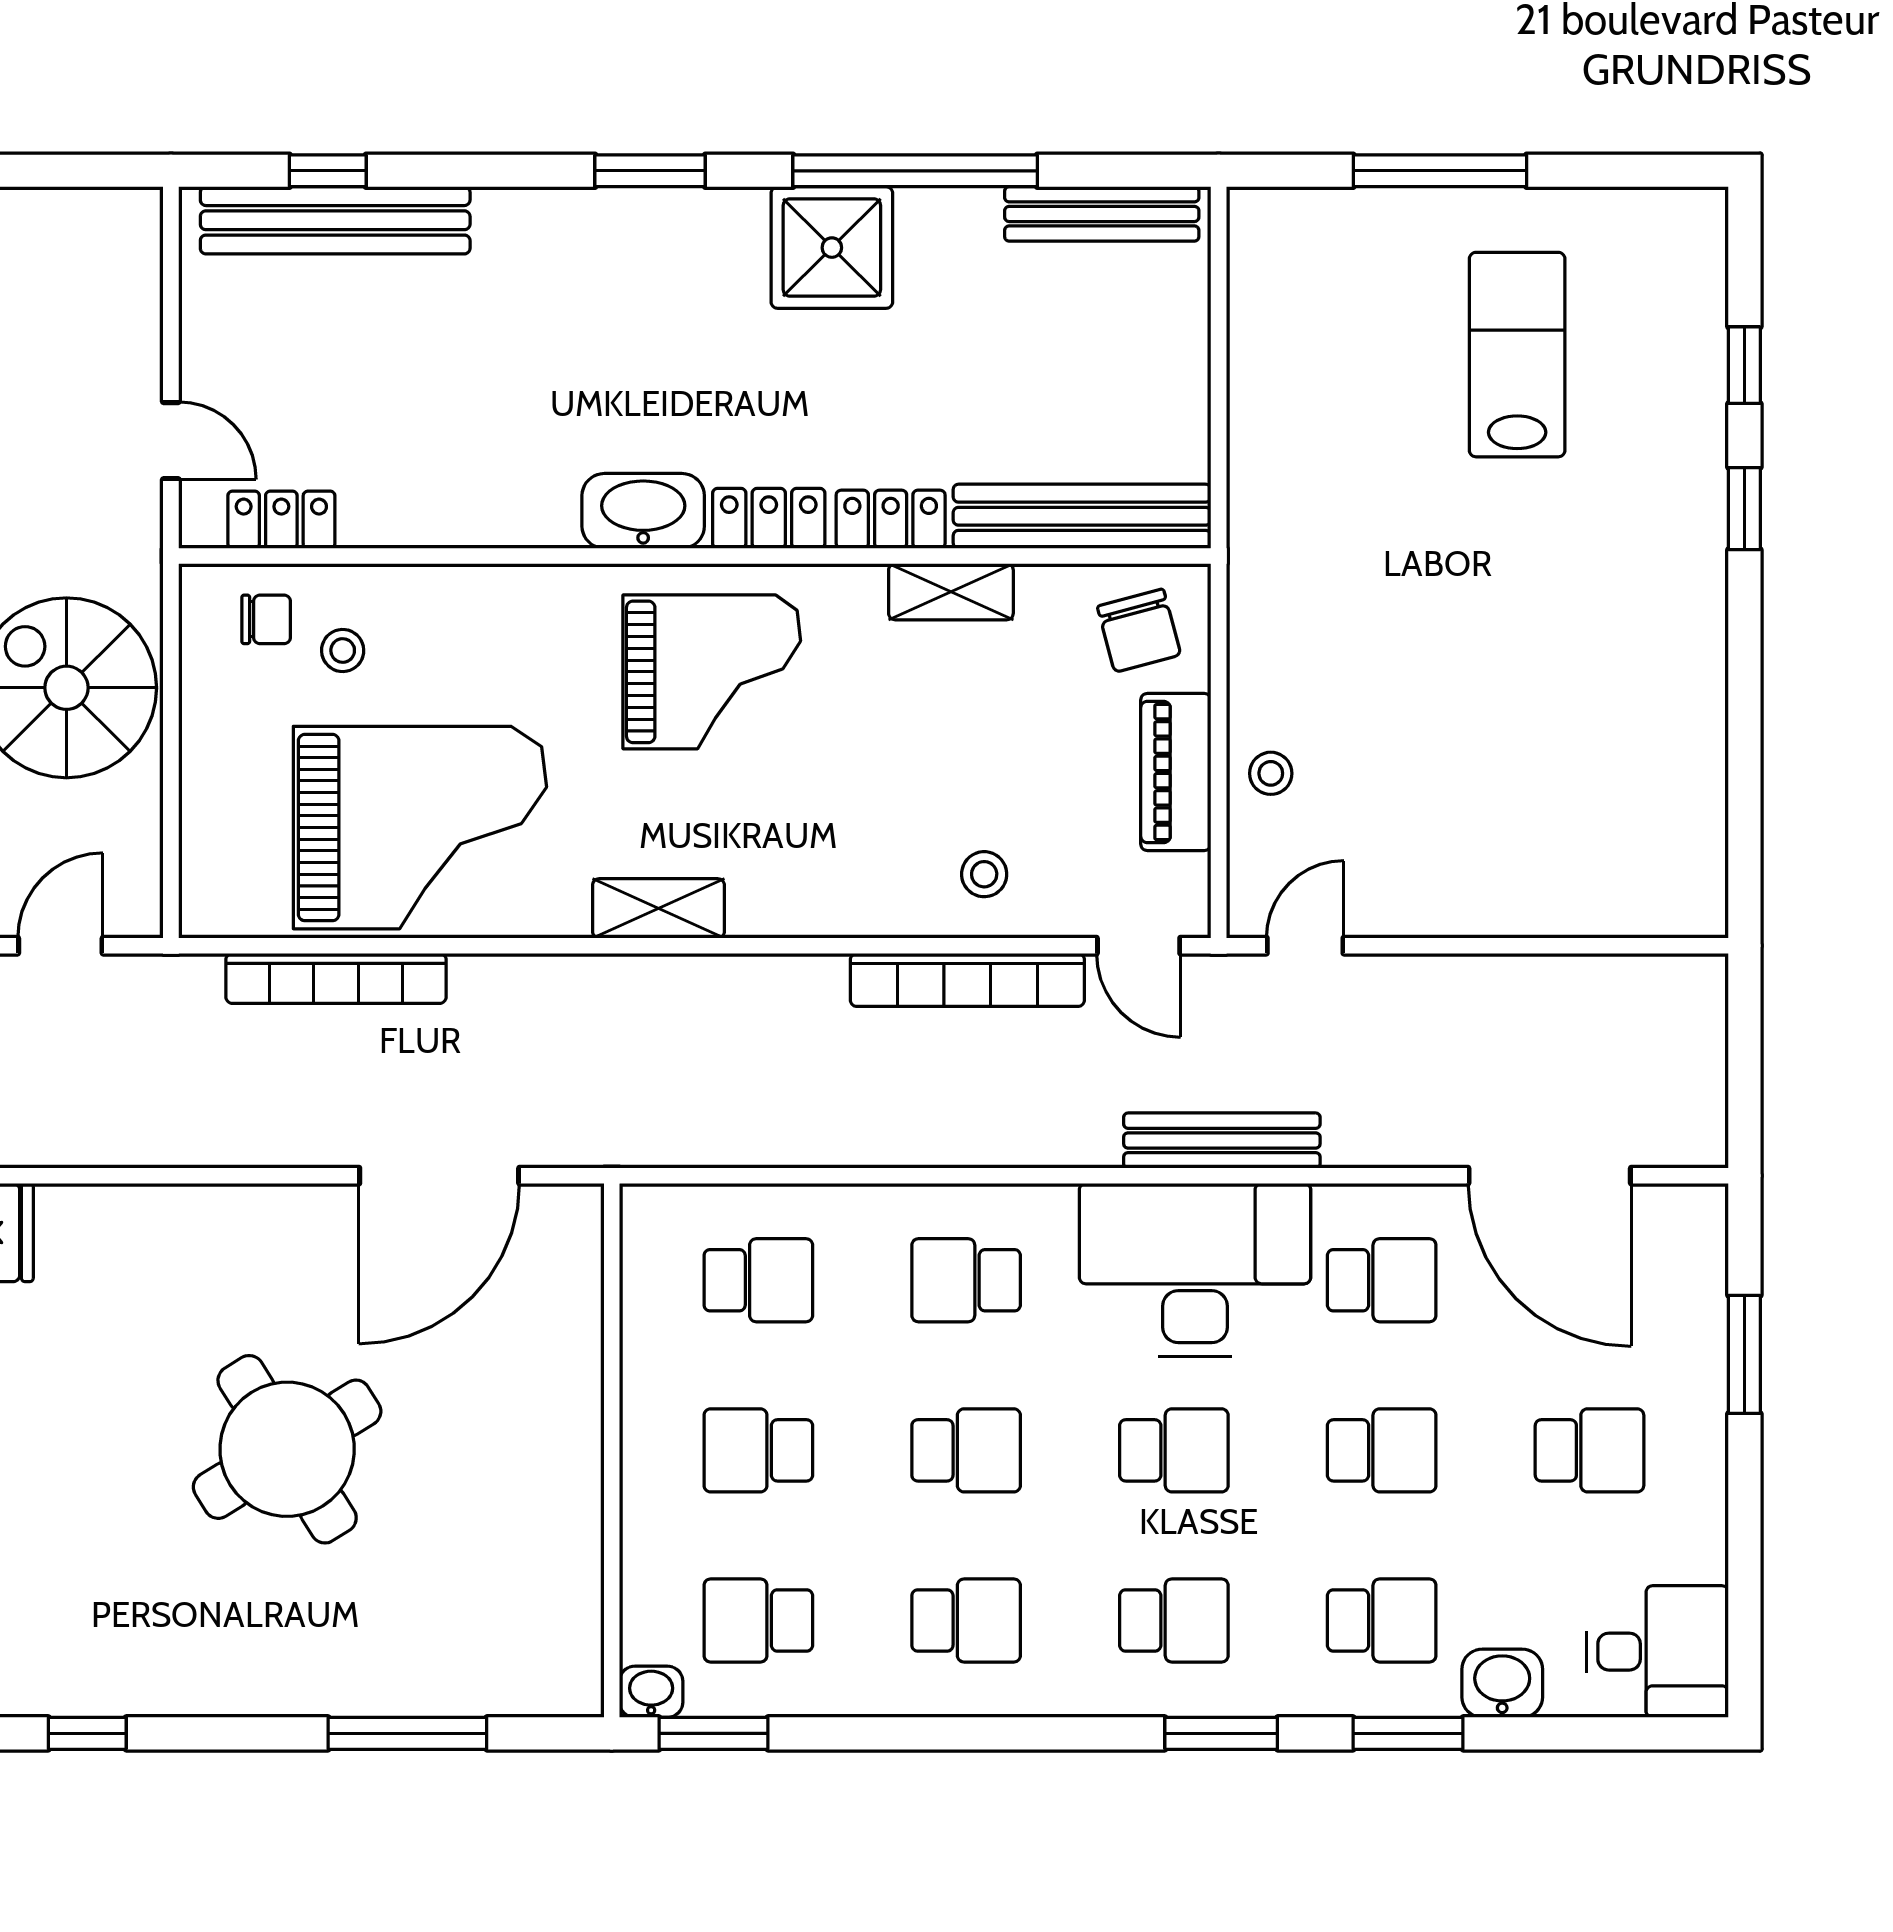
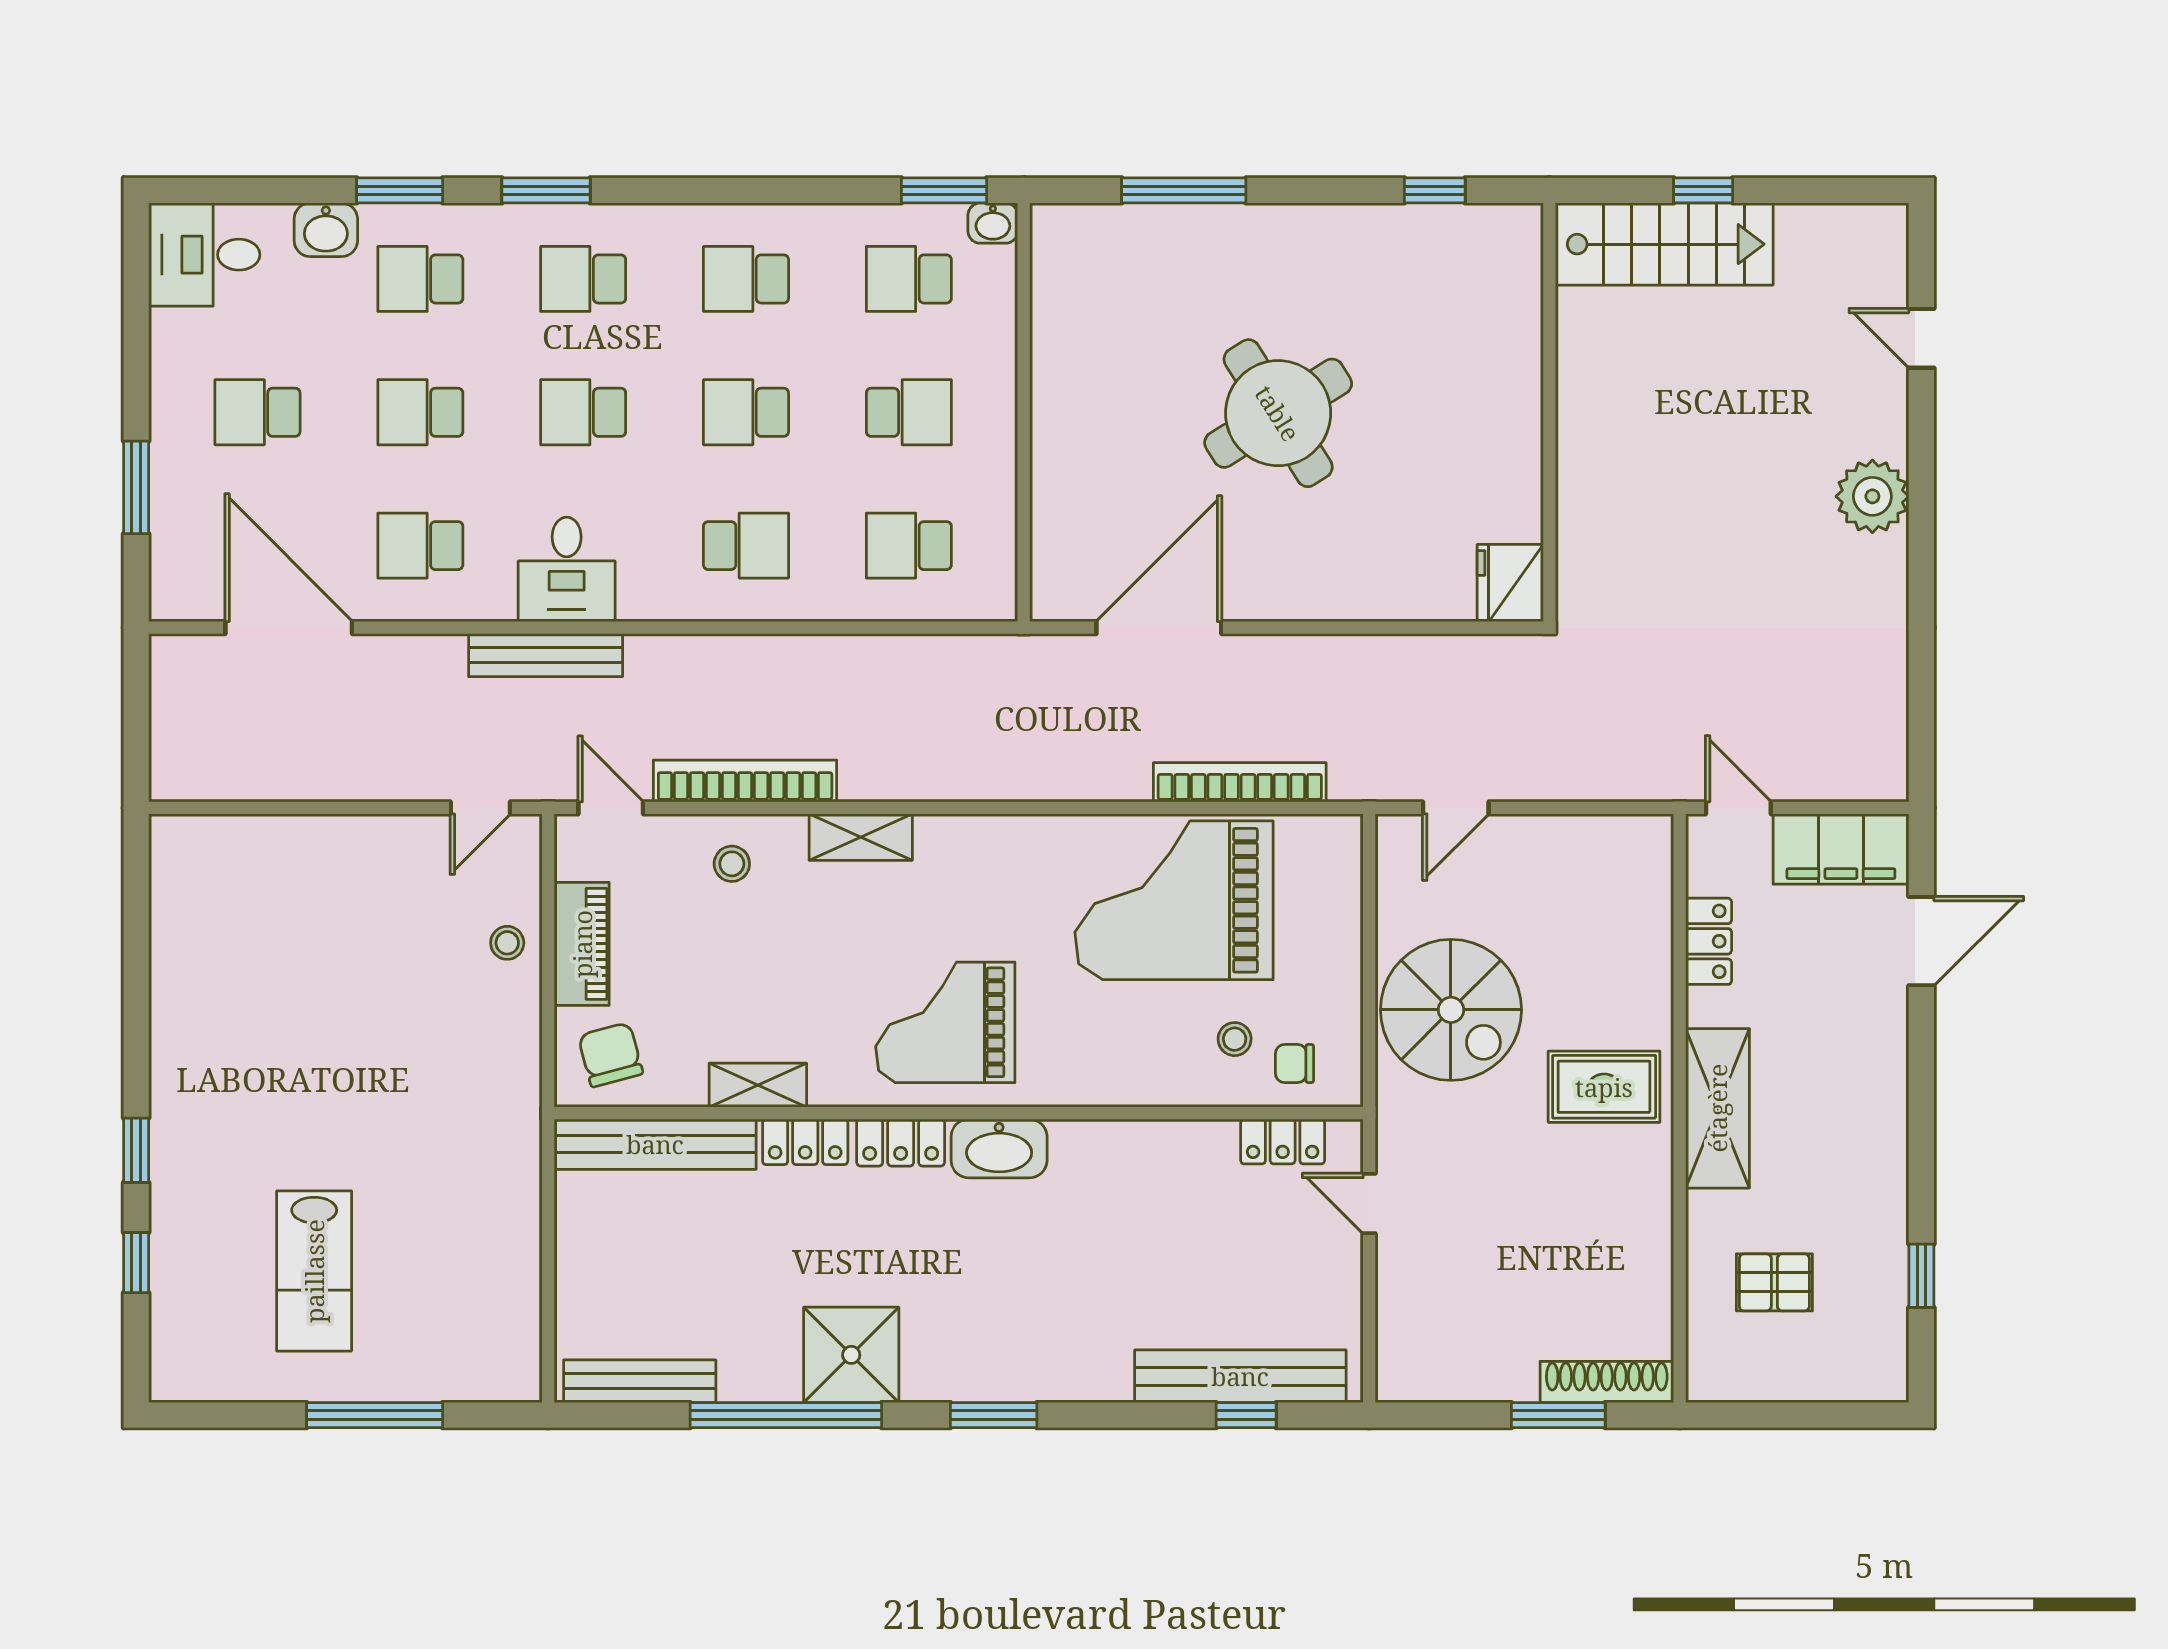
shelving: (658, 908) -> (861, 837), moved
desk: (1195, 1270) -> (567, 569), width x0.53, depth x0.77
school desk: (758, 1620) -> (909, 279), turned 180

